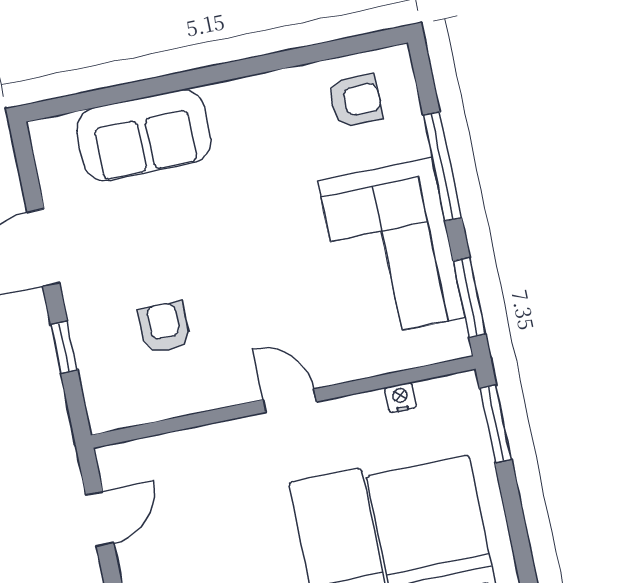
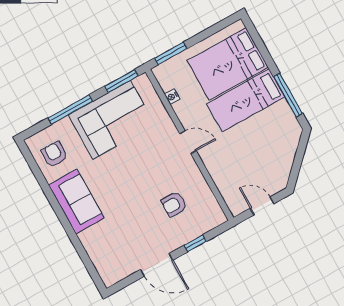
sofa: (144, 135) -> (76, 201), moved
door: (290, 401) -> (188, 142), swing flipped

